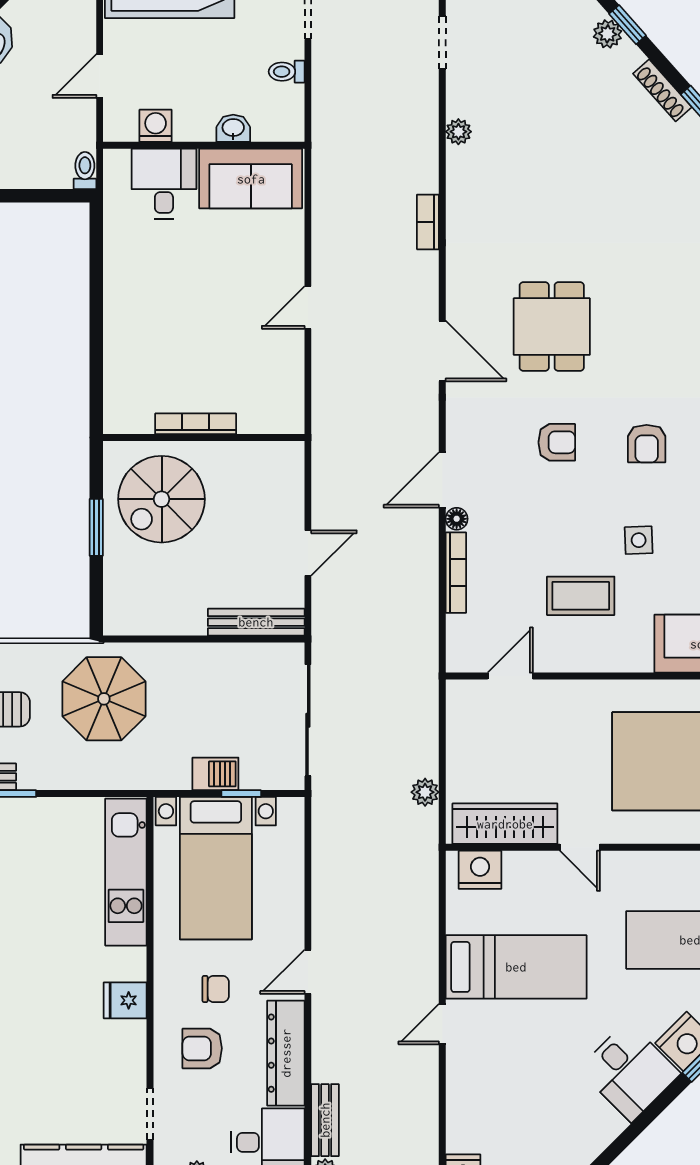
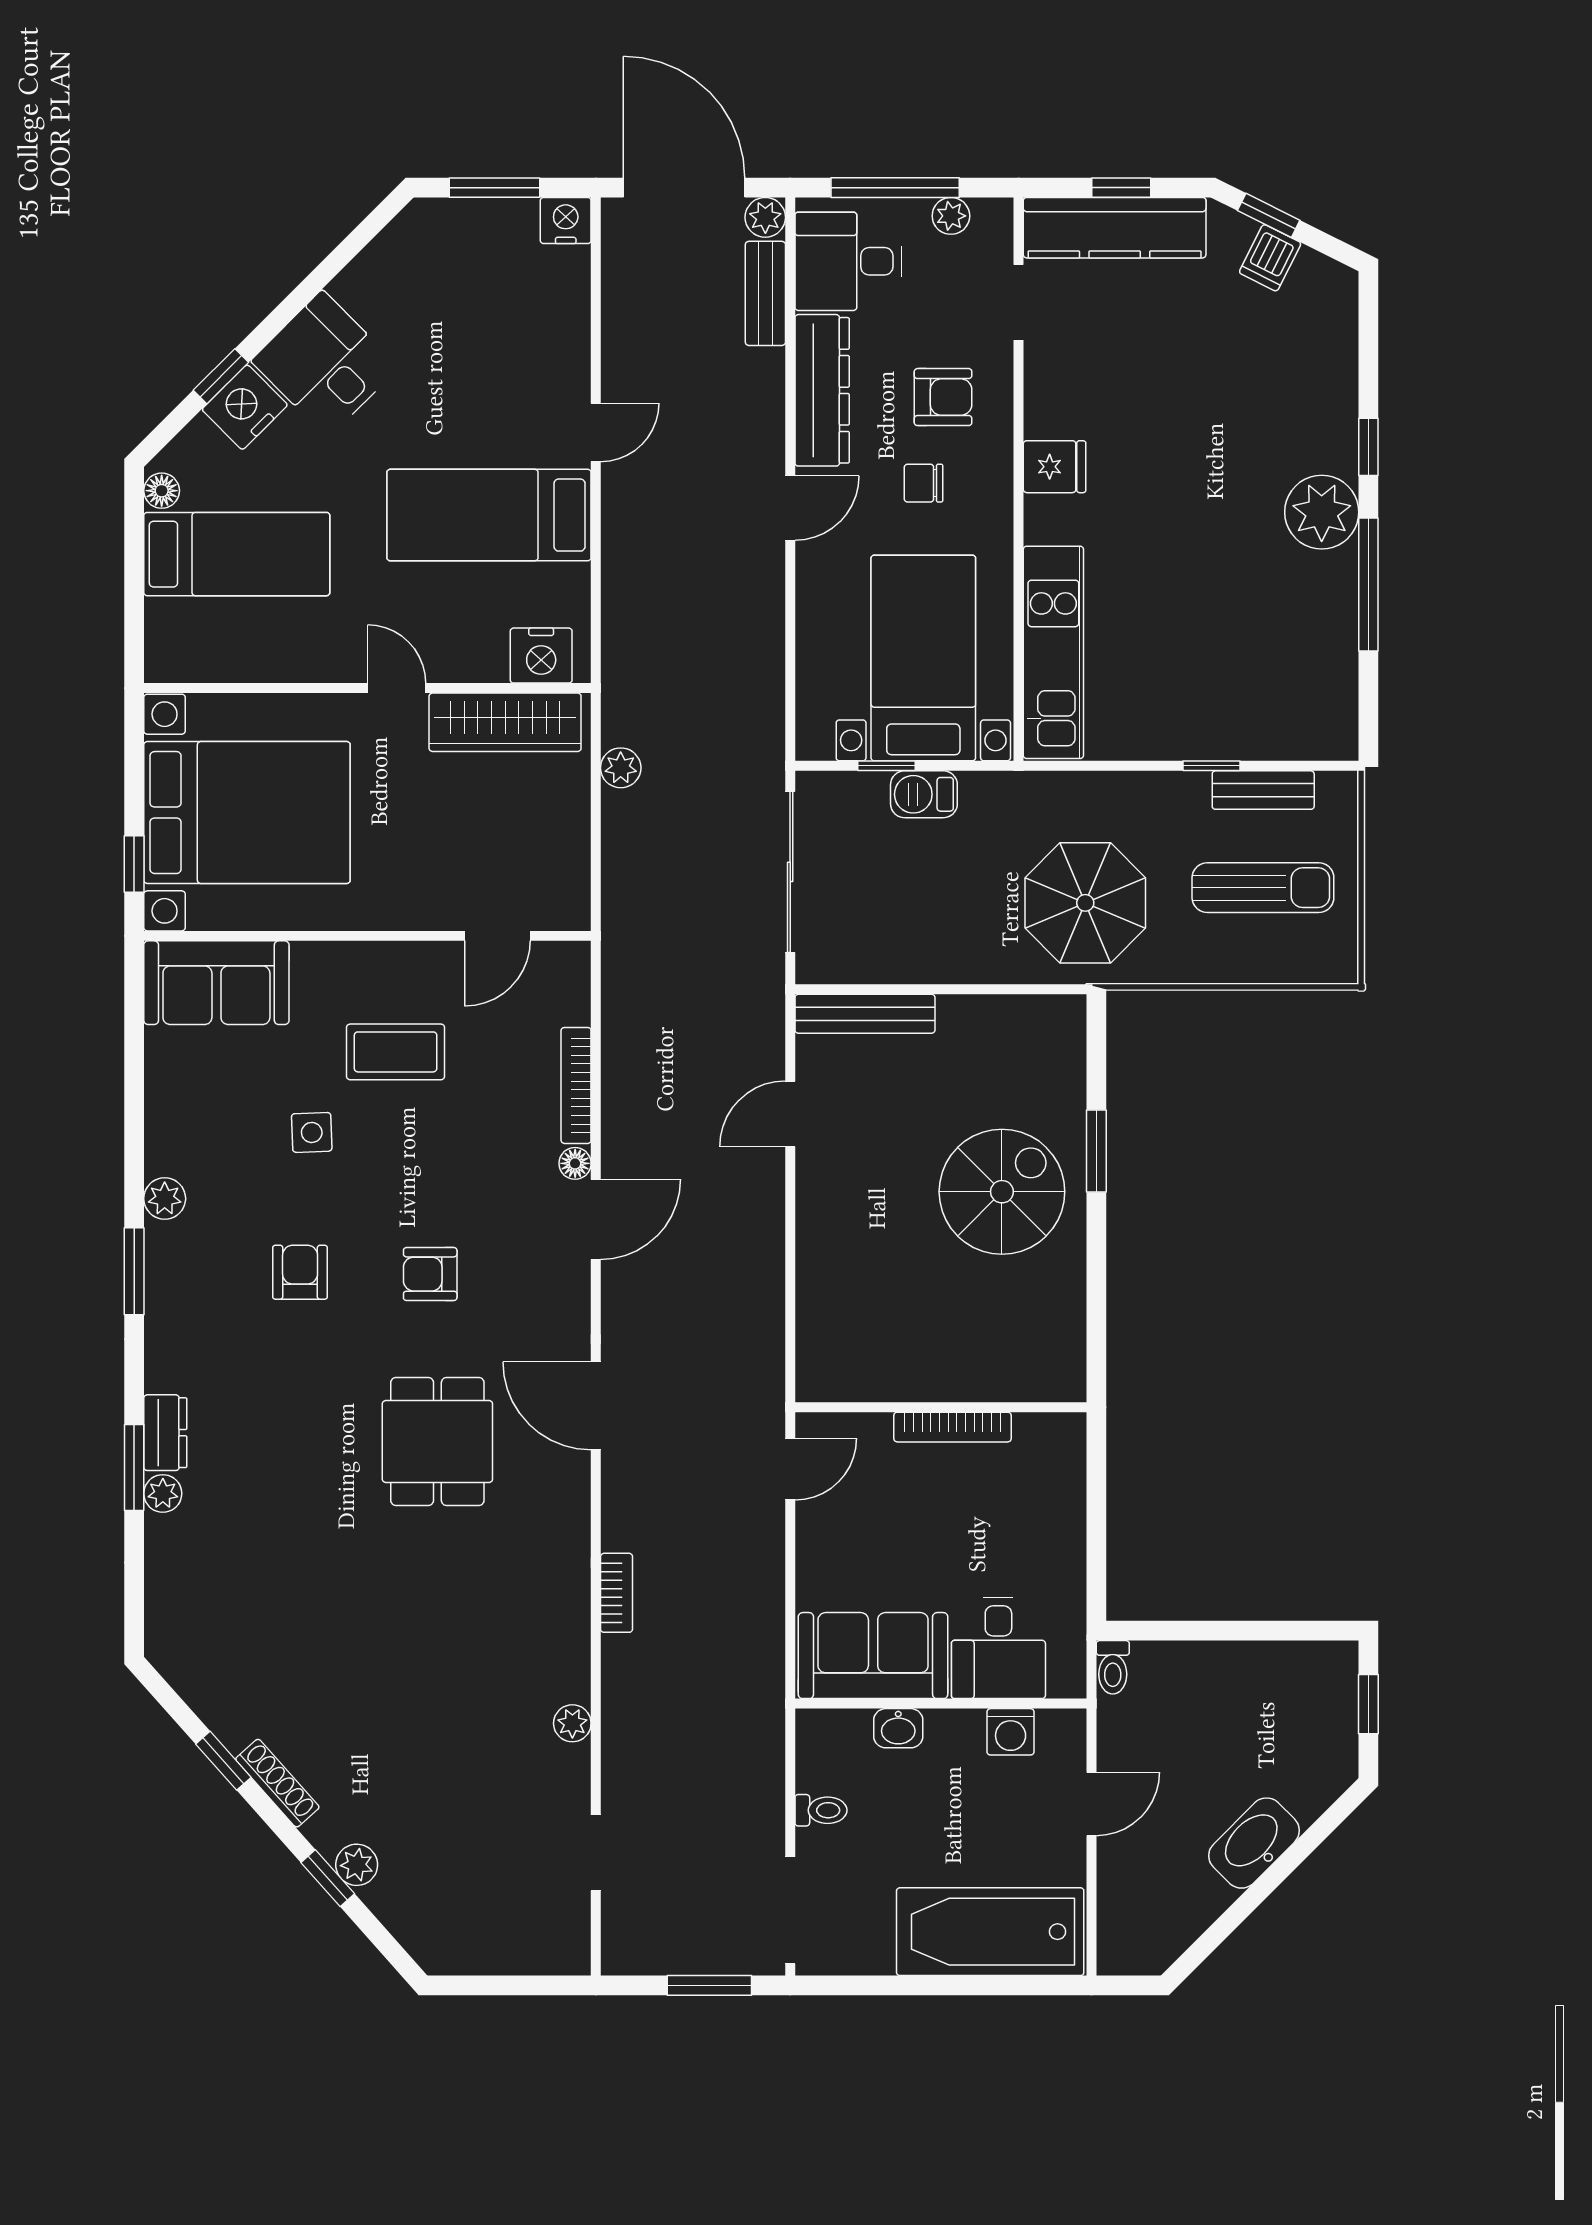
bookcase: (196, 424) -> (953, 1427), moved
wall: (204, 438) -> (941, 1407), moved

